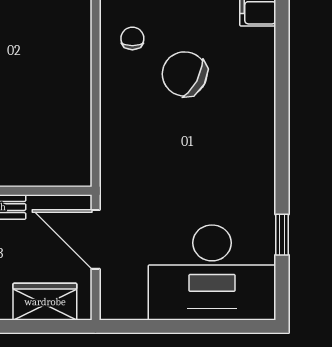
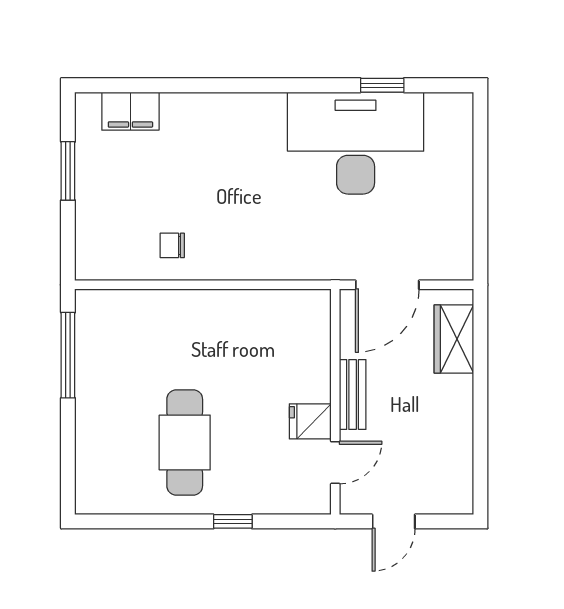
chair: (185, 74) -> (210, 189), removed
desk: (212, 272) -> (356, 143), moved, turned -90

